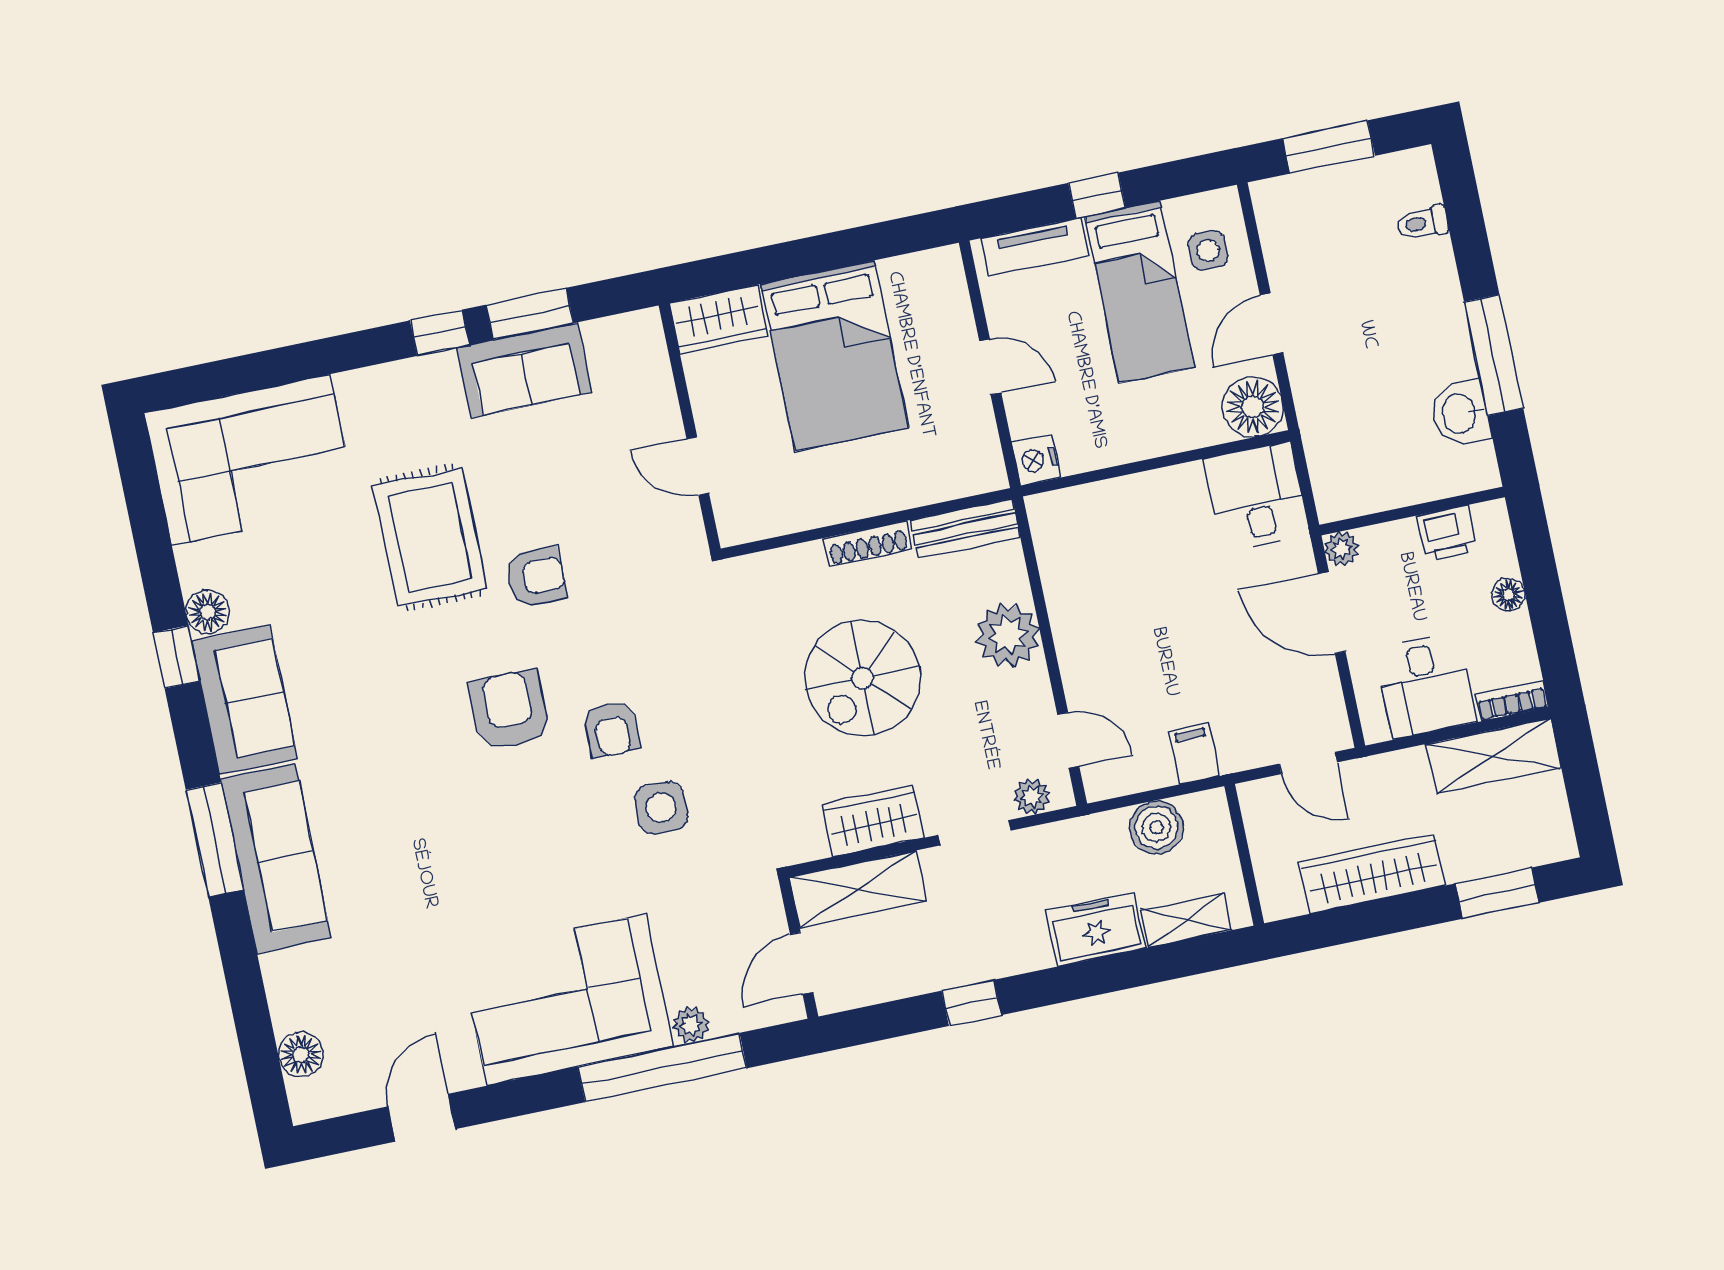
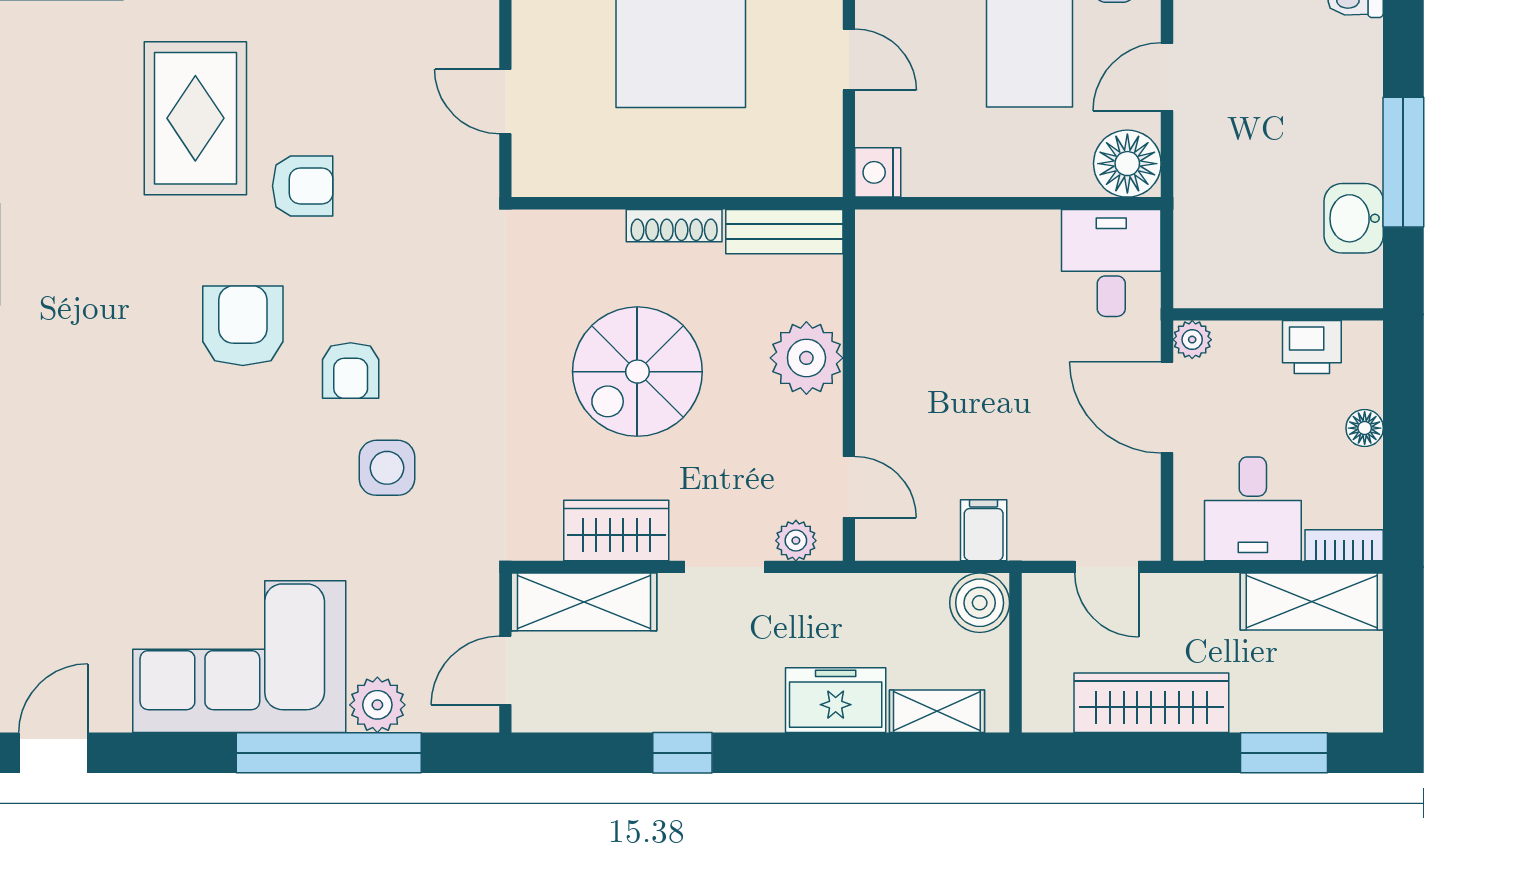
boiler: (1156, 827) -> (980, 603), moved
plant: (691, 1025) -> (377, 705), width x1.38, depth x1.38

